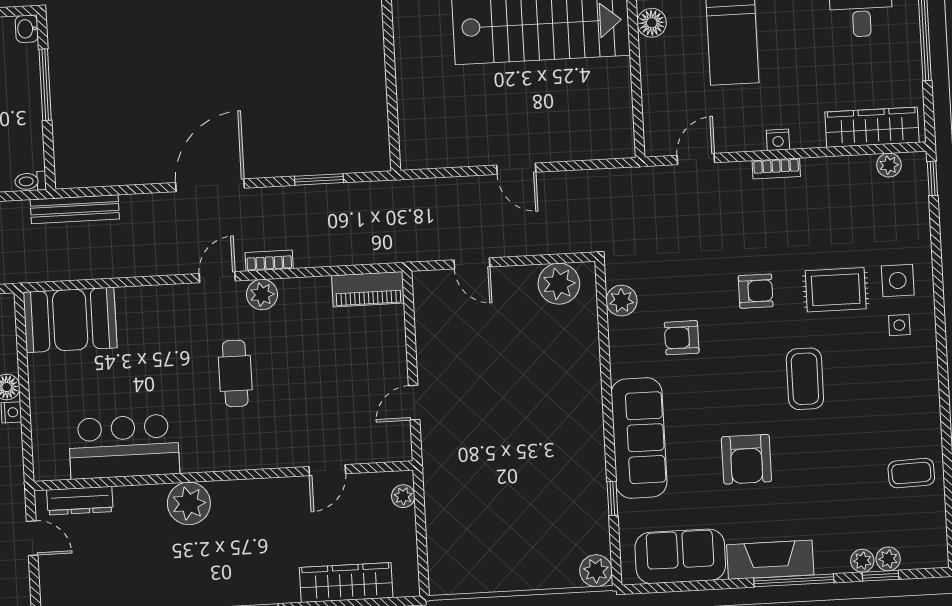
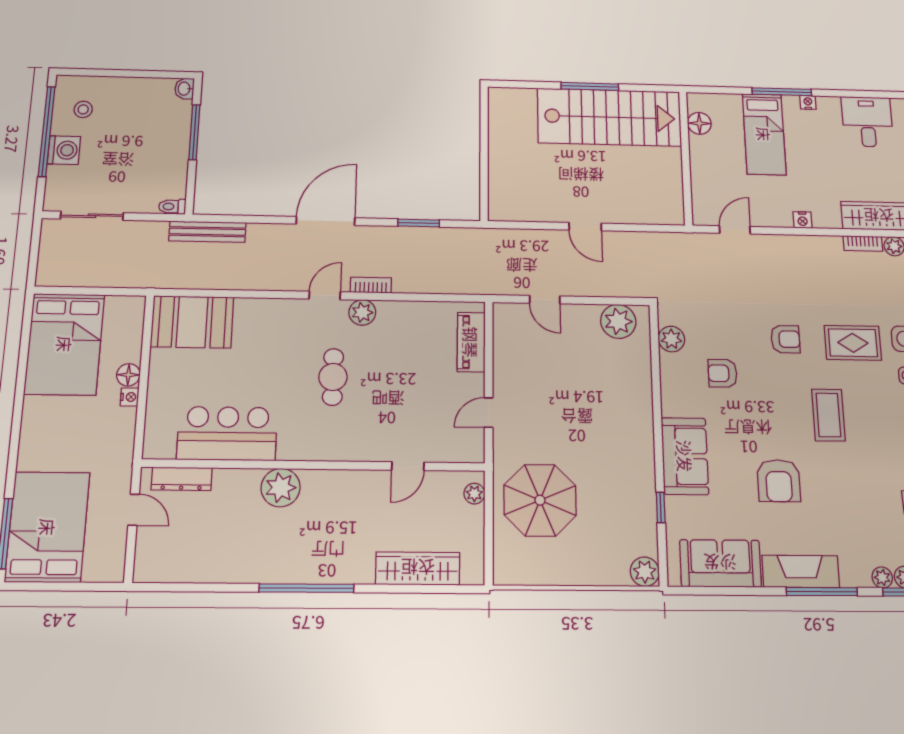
bookcase: (776, 168) -> (863, 243), moved
piano: (368, 289) -> (471, 342), moved, turned 90
sofa: (639, 438) -> (685, 456), width x0.73
parasol: (477, 499) -> (540, 500), added

